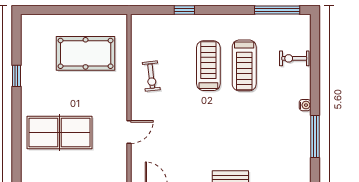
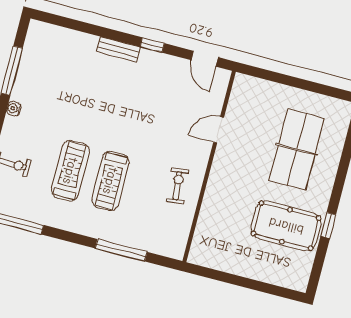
window: (184, 10) -> (121, 250), width x2.17
pool table: (86, 53) -> (286, 226), moved
table tennis table: (60, 133) -> (297, 149), turned 90

